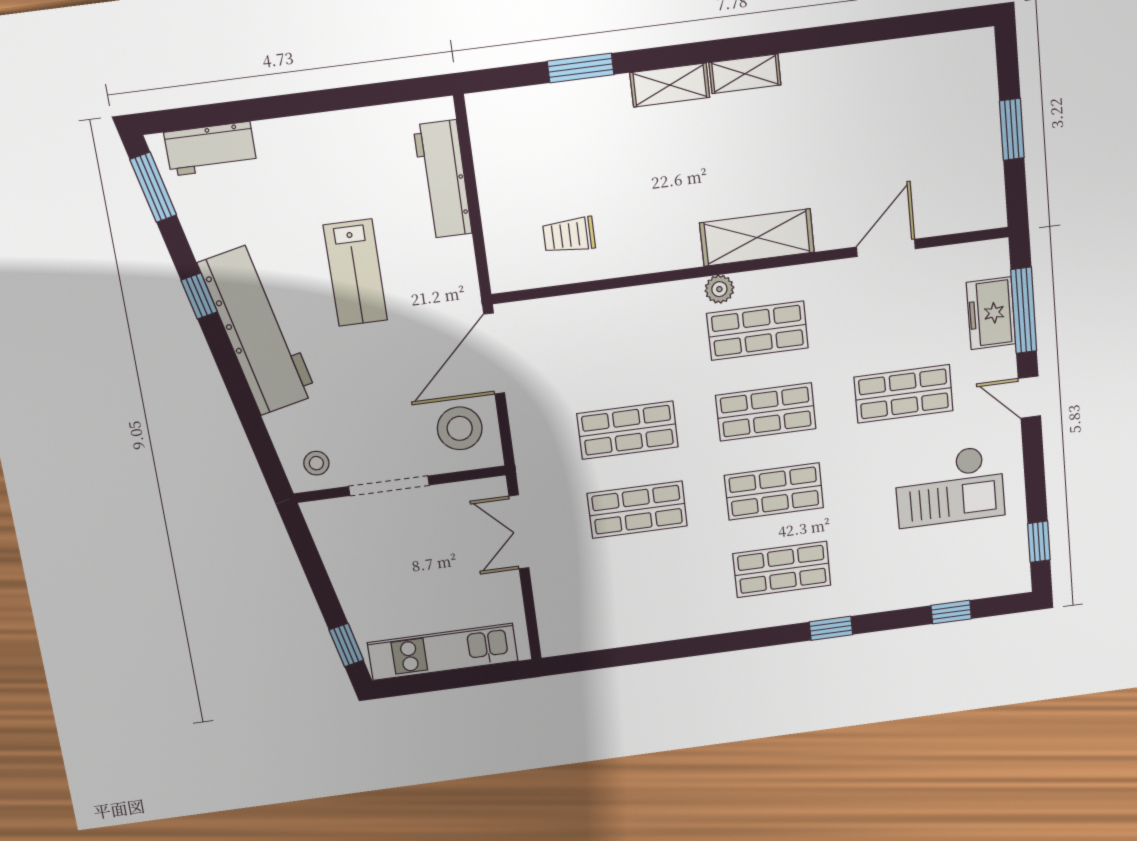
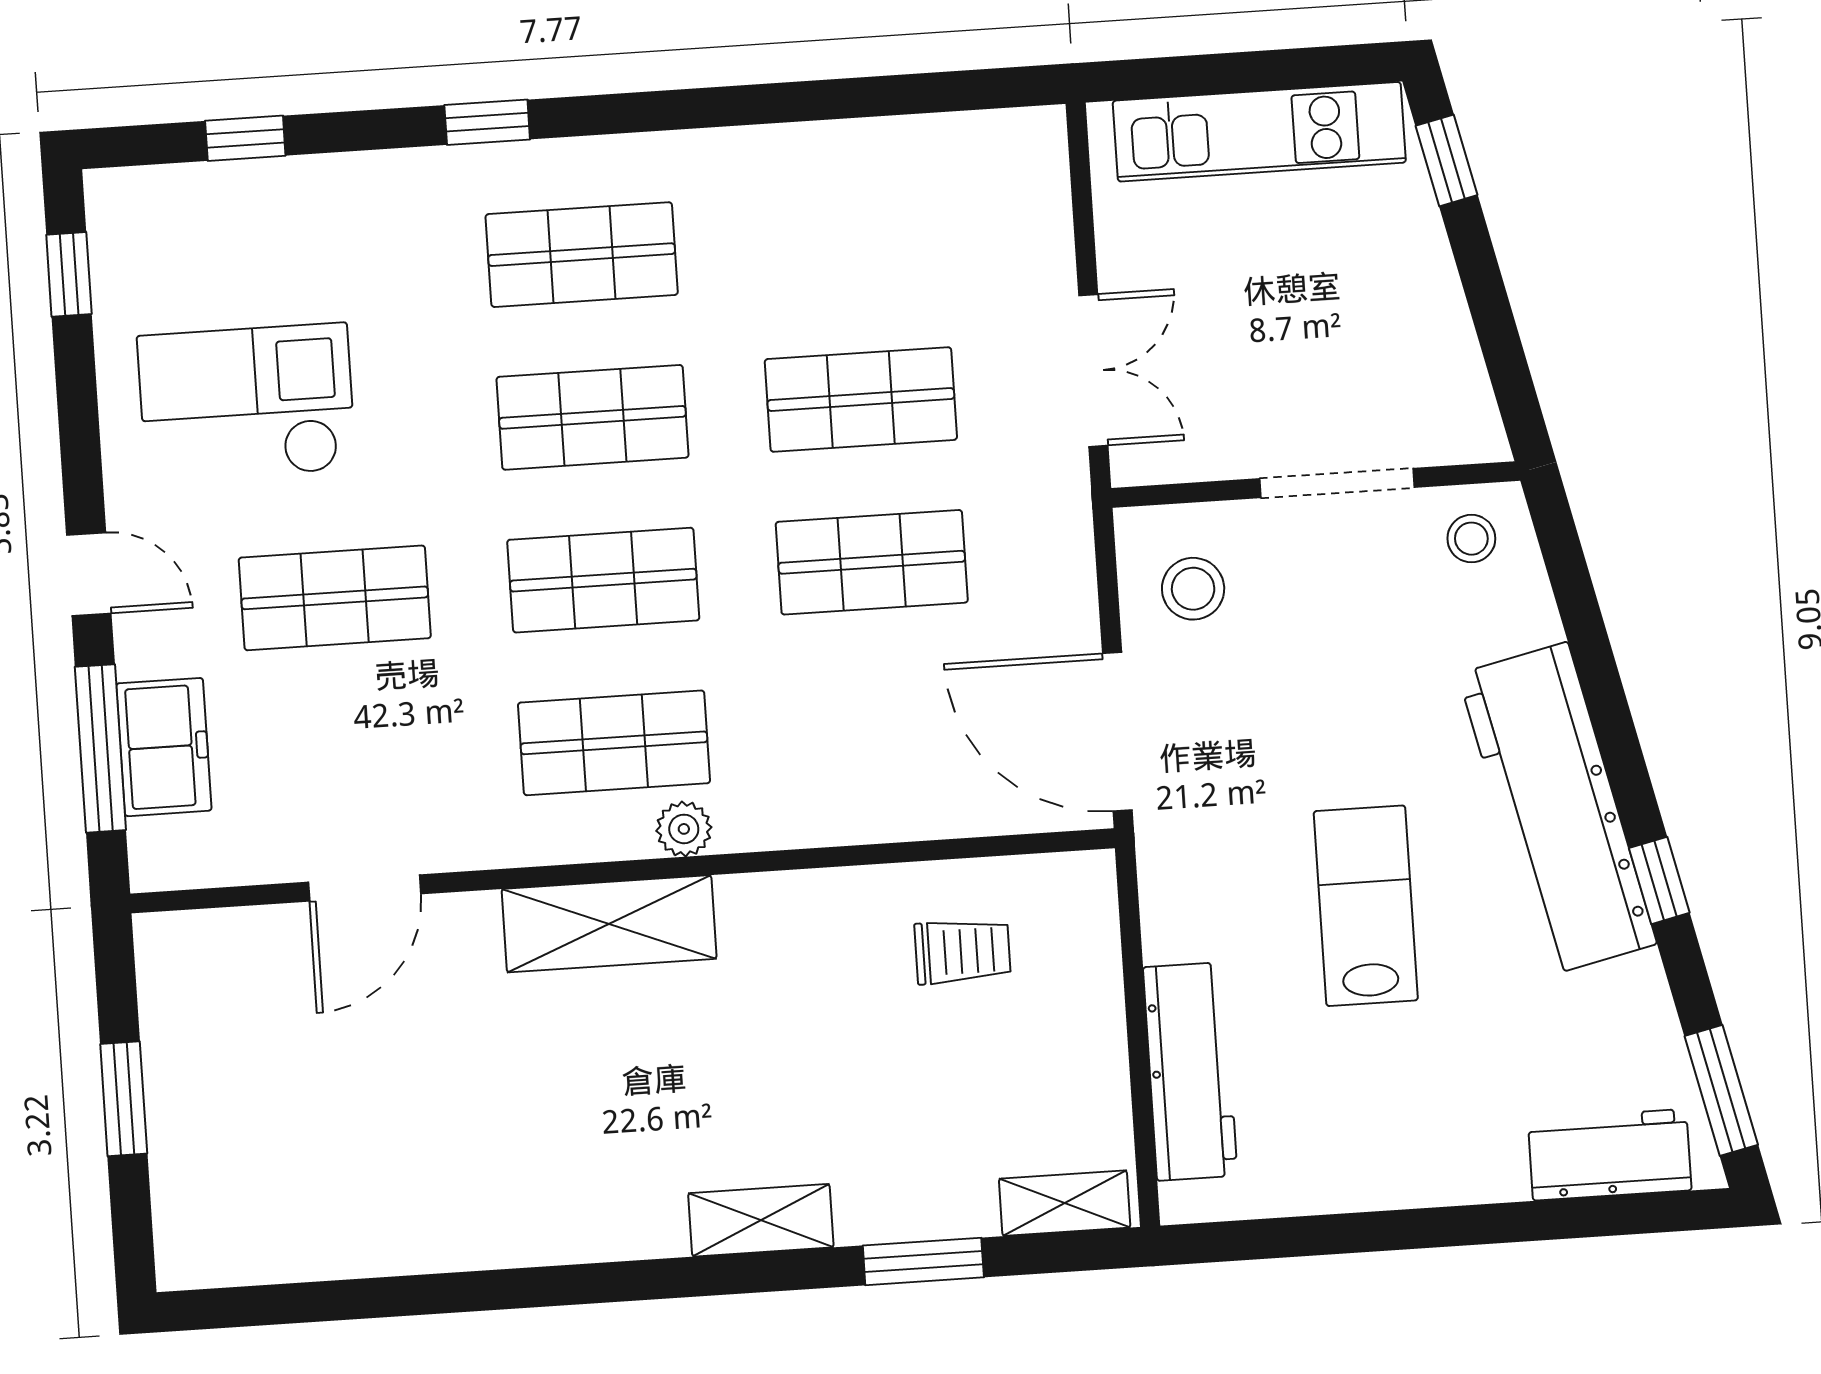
shelving: (745, 74) -> (1065, 1203), moved
door: (494, 354) -> (1117, 732), swing flipped
stool: (460, 428) -> (1193, 589), width x0.73, depth x0.73

